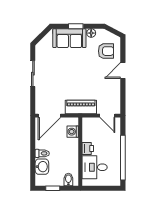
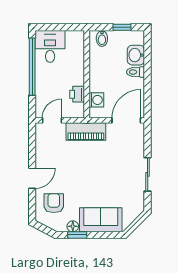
window: (76, 26) -> (77, 235), moved
armchair: (106, 51) -> (54, 203), turned 90
door: (107, 116) -> (52, 120), hinge flipped
printer: (88, 148) -> (77, 94), moved
desk: (95, 167) -> (50, 46), moved, turned -90

